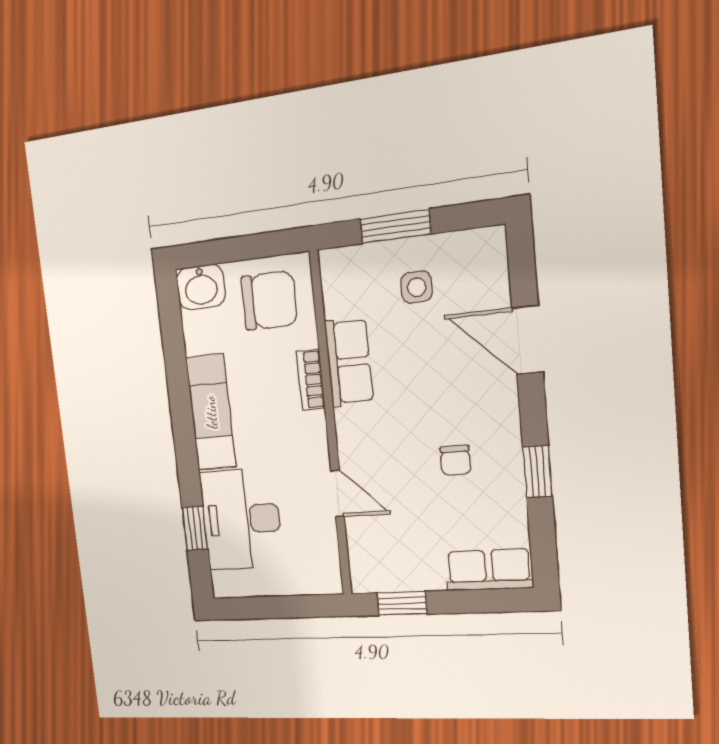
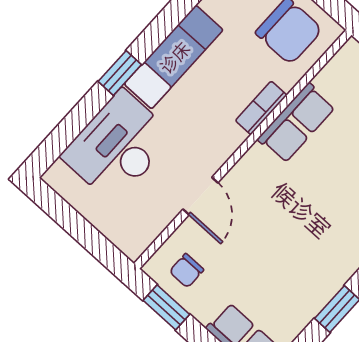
chair: (455, 460) -> (187, 271), moved
window: (195, 528) -> (120, 73), moved

